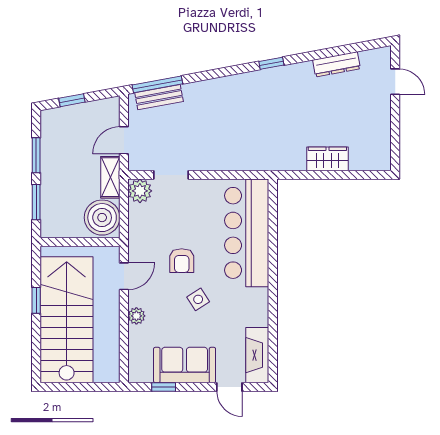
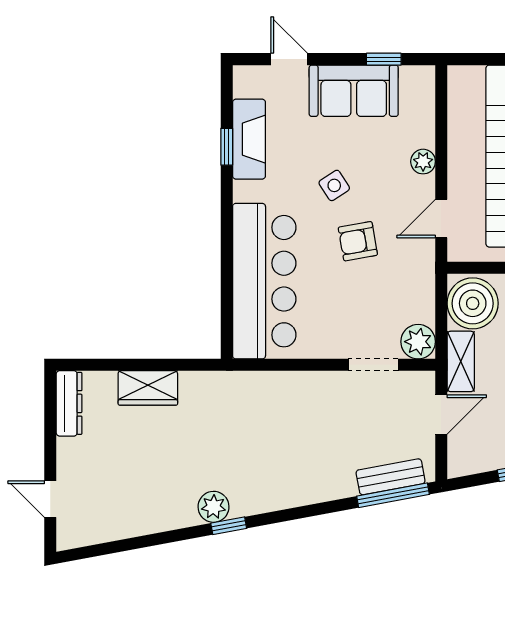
dresser: (336, 64) -> (69, 403), moved, turned 101
plant: (282, 76) -> (214, 507), added
armchair: (182, 261) -> (358, 241), turned -100
window: (273, 326) -> (227, 147), added
fireplace: (257, 355) -> (249, 139), moved

